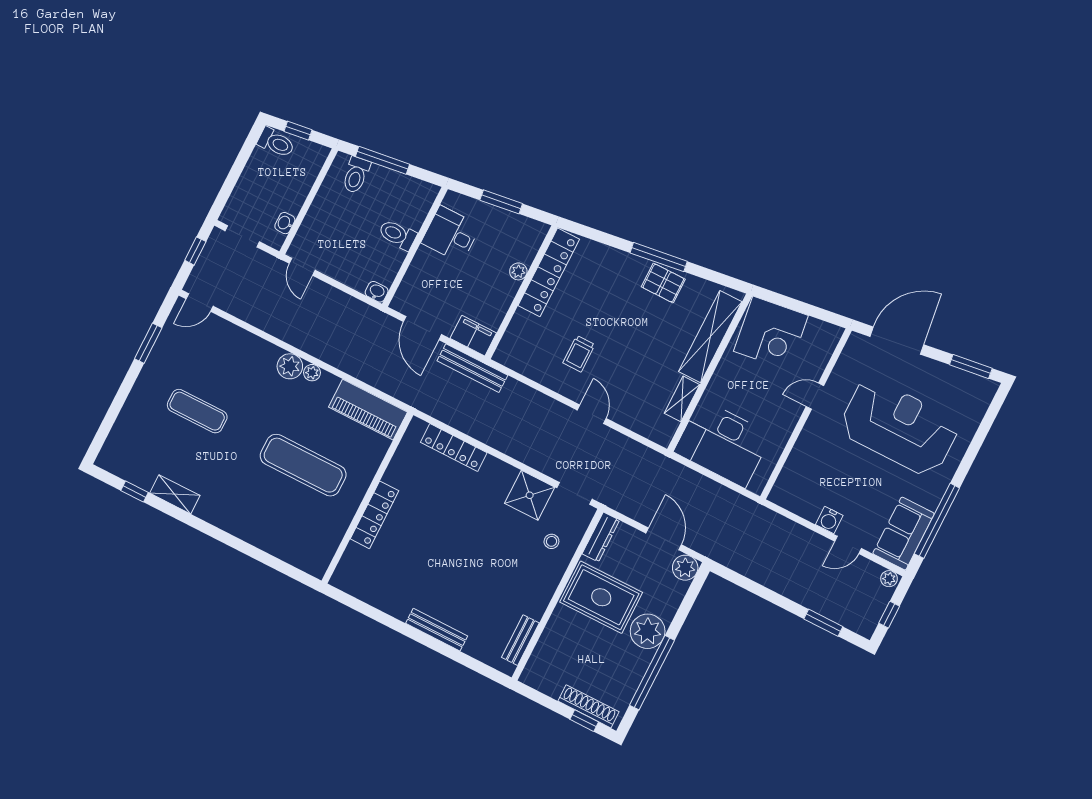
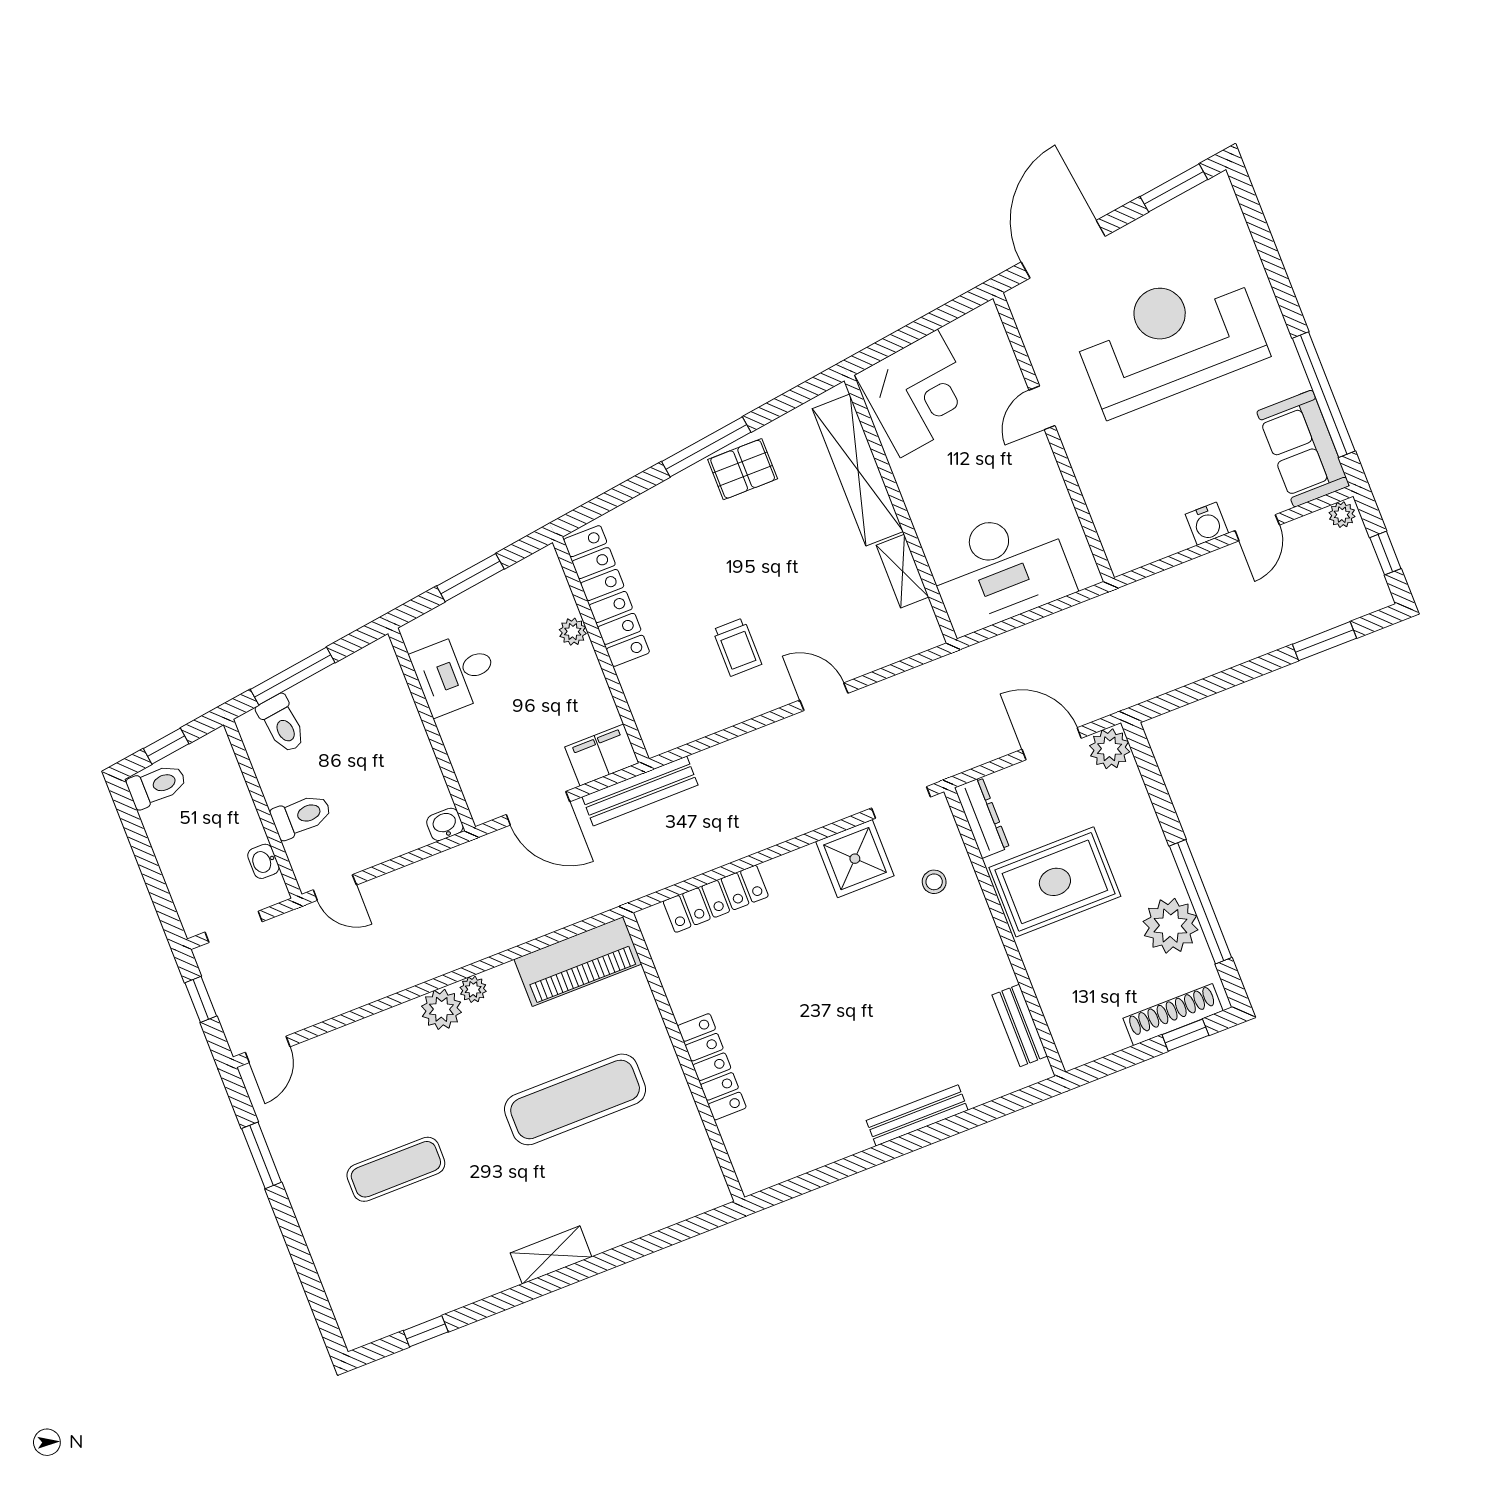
toilet: (397, 235) -> (301, 816), moved, turned 180
shelving: (175, 494) -> (551, 1255), moved
plant: (648, 631) -> (1170, 926), moved

